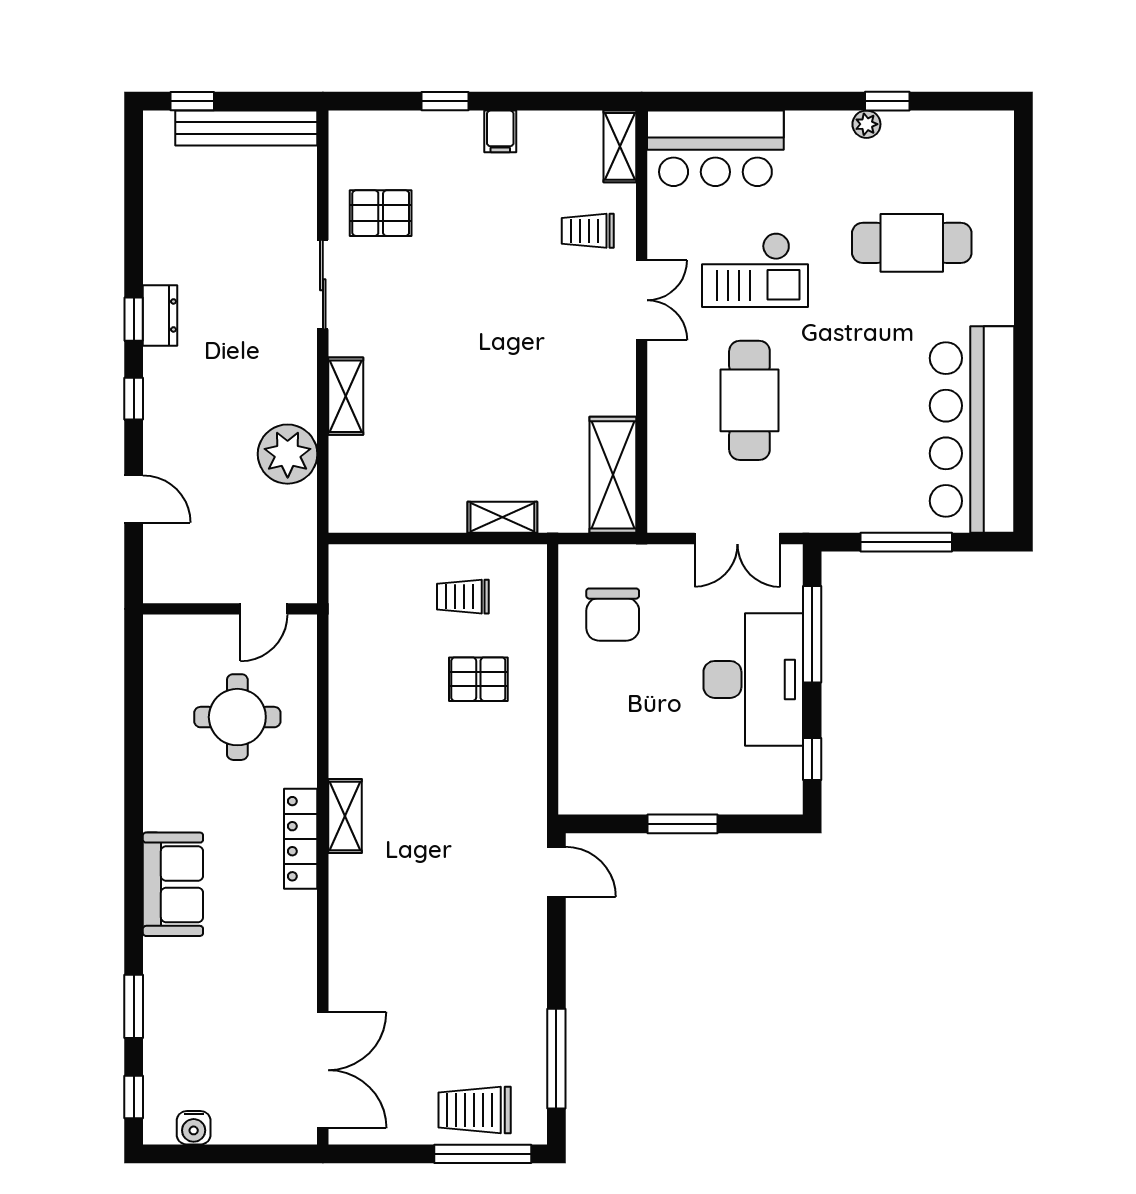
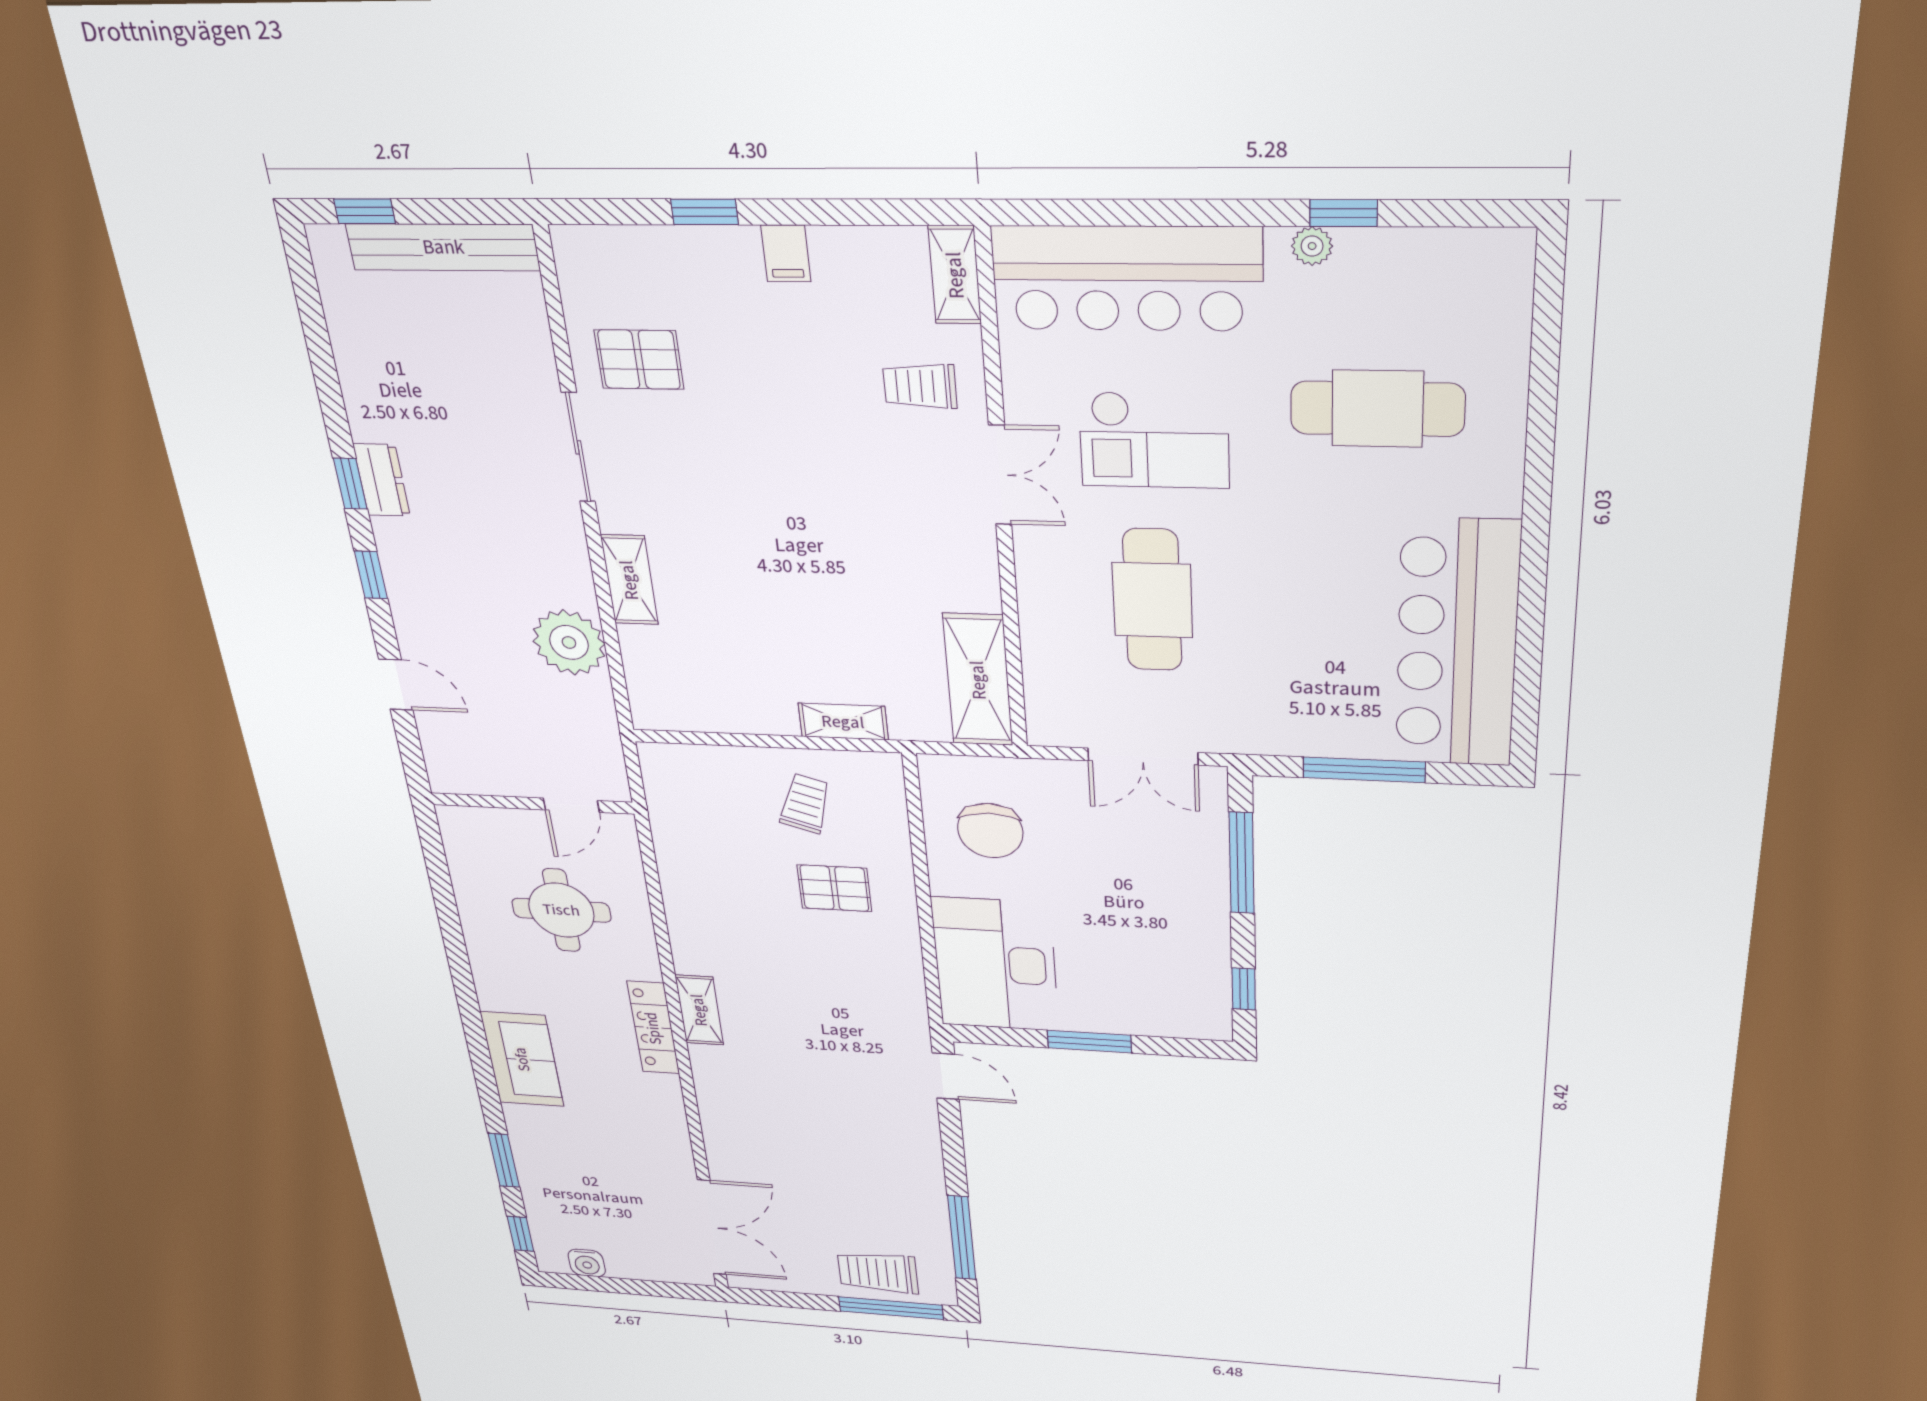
bar counter: (715, 148) -> (1127, 279), width x1.36
trolley: (463, 597) -> (805, 803), turned 107
desk: (753, 679) -> (995, 964), moved, turned 180

